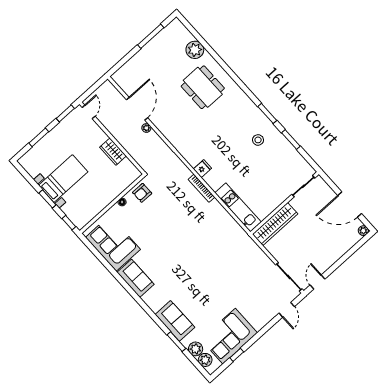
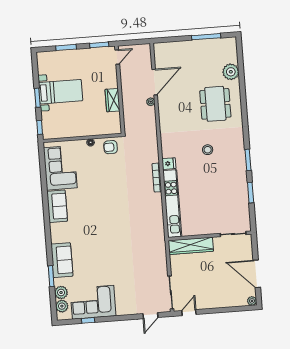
stool: (258, 140) -> (208, 150), moved
kitchen unit: (238, 207) -> (172, 204), width x1.36

